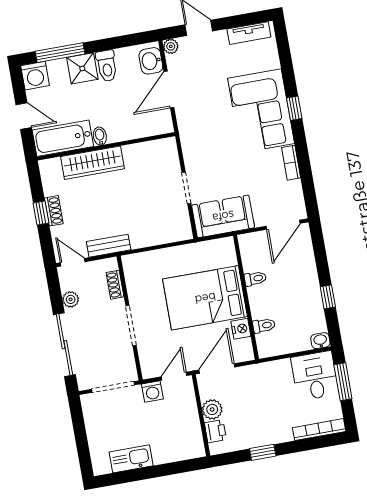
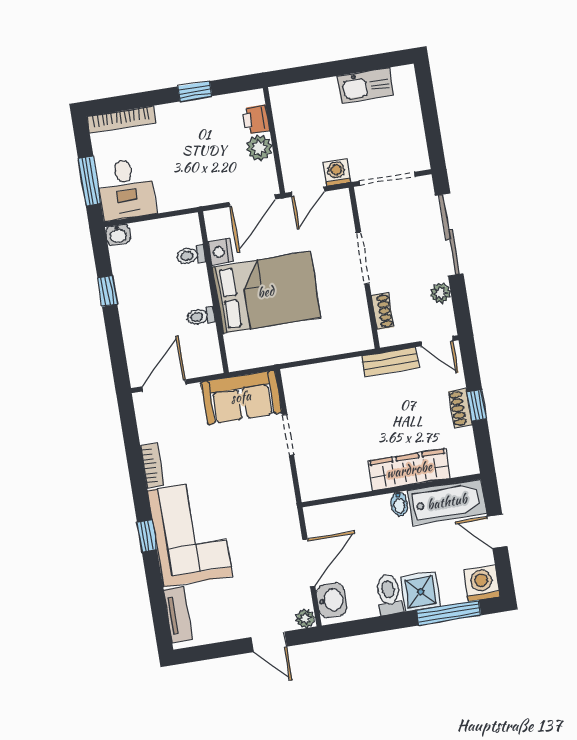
tv unit: (249, 33) -> (178, 615), moved, turned 90

